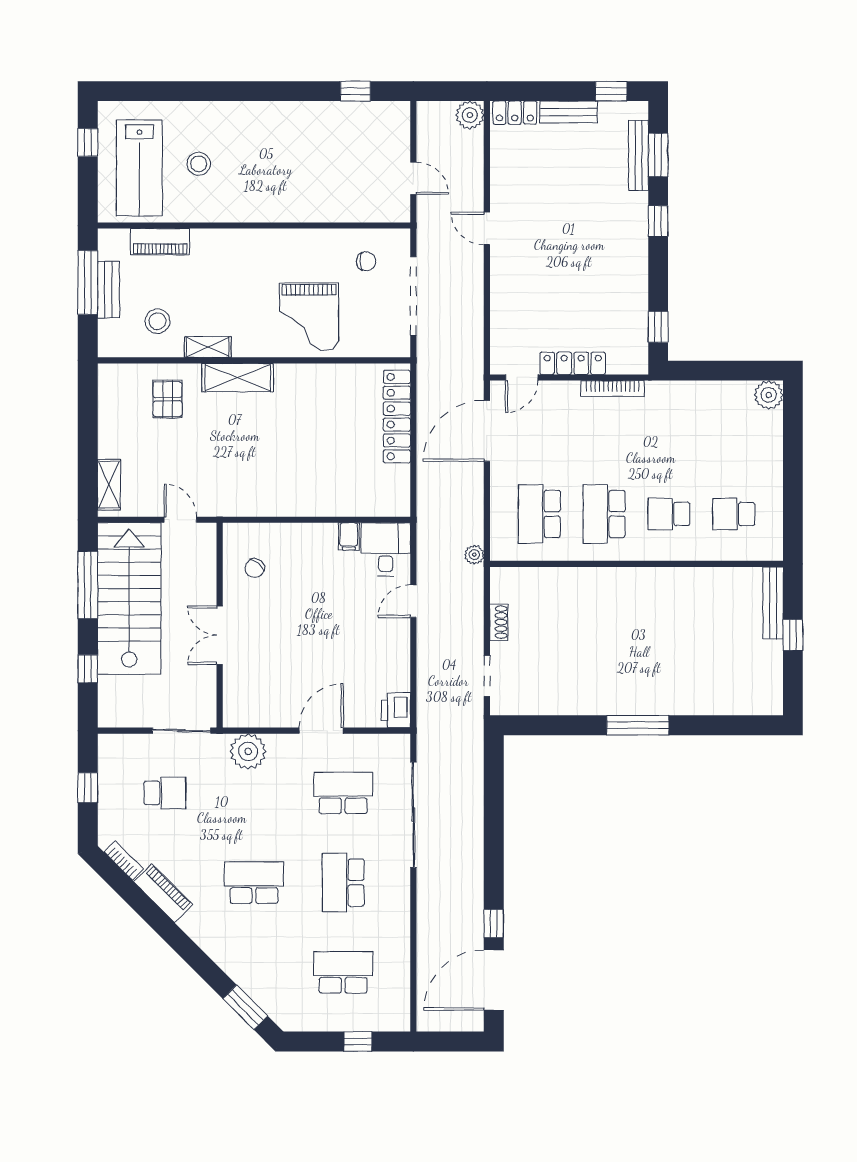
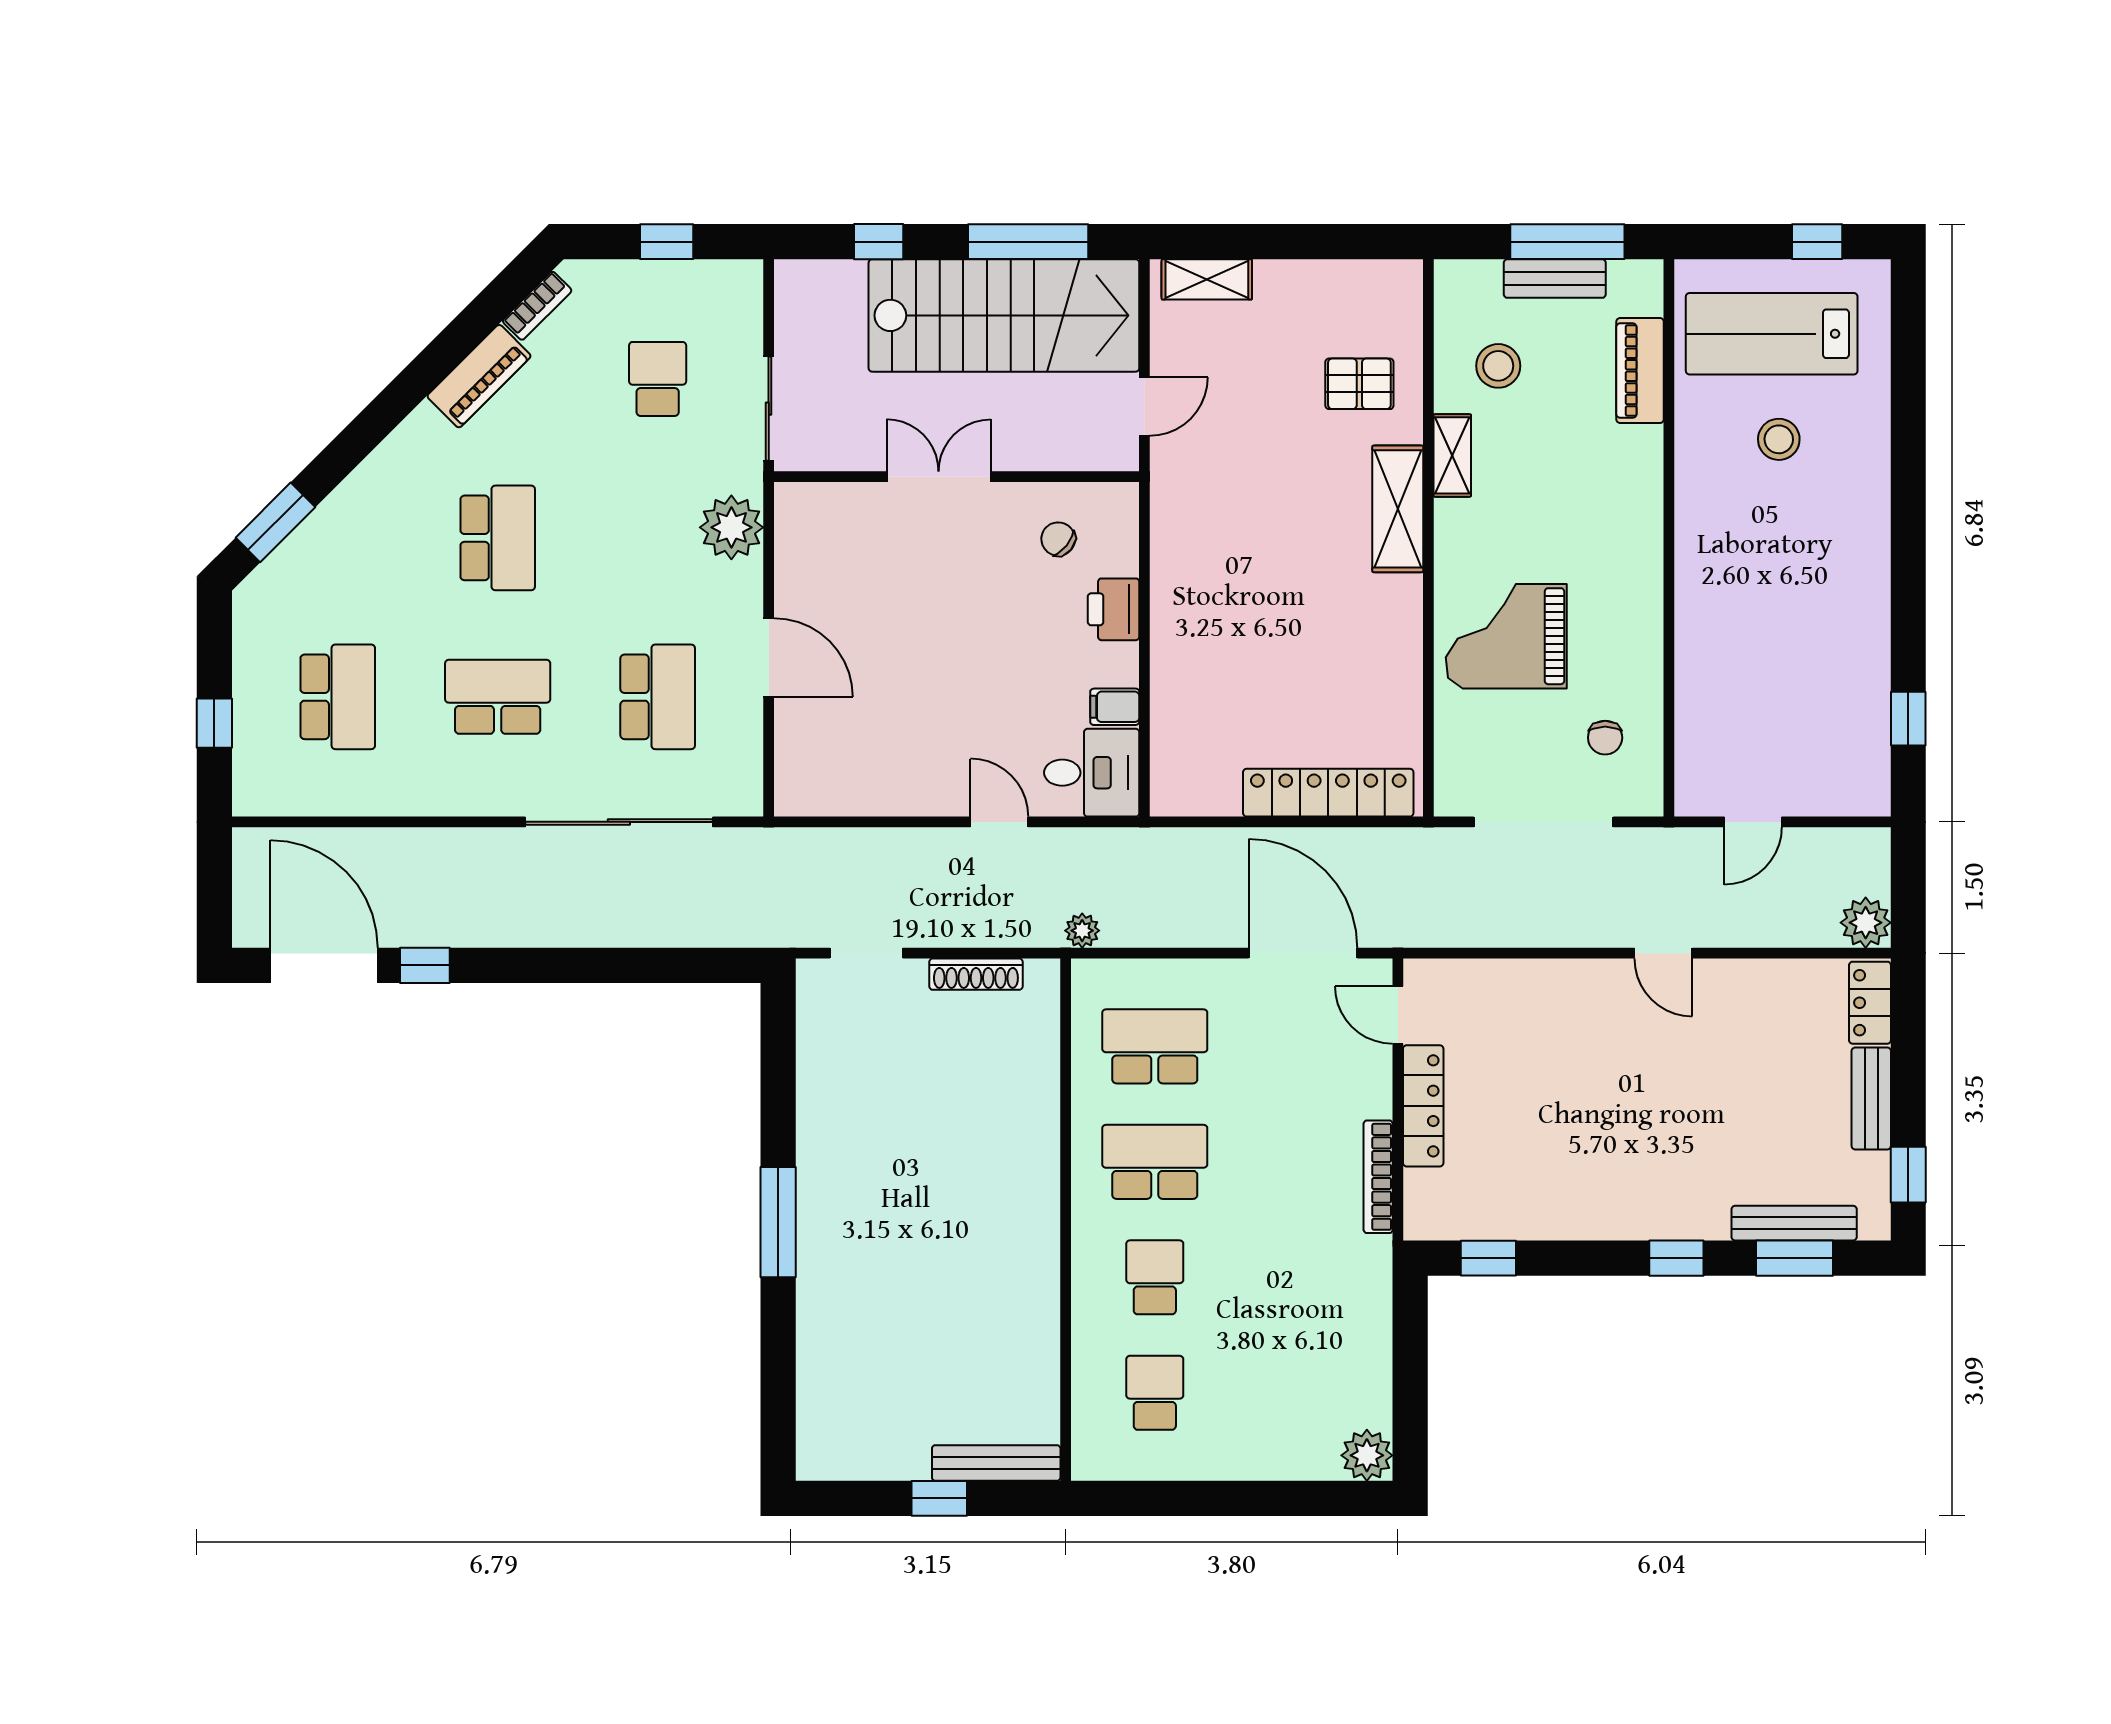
door: (487, 229) -> (1663, 953), swing flipped
shoe rack: (499, 622) -> (976, 974), width x1.43
printer: (396, 710) -> (1113, 609), moved, turned -90
school desk: (165, 793) -> (658, 379), turned 180

